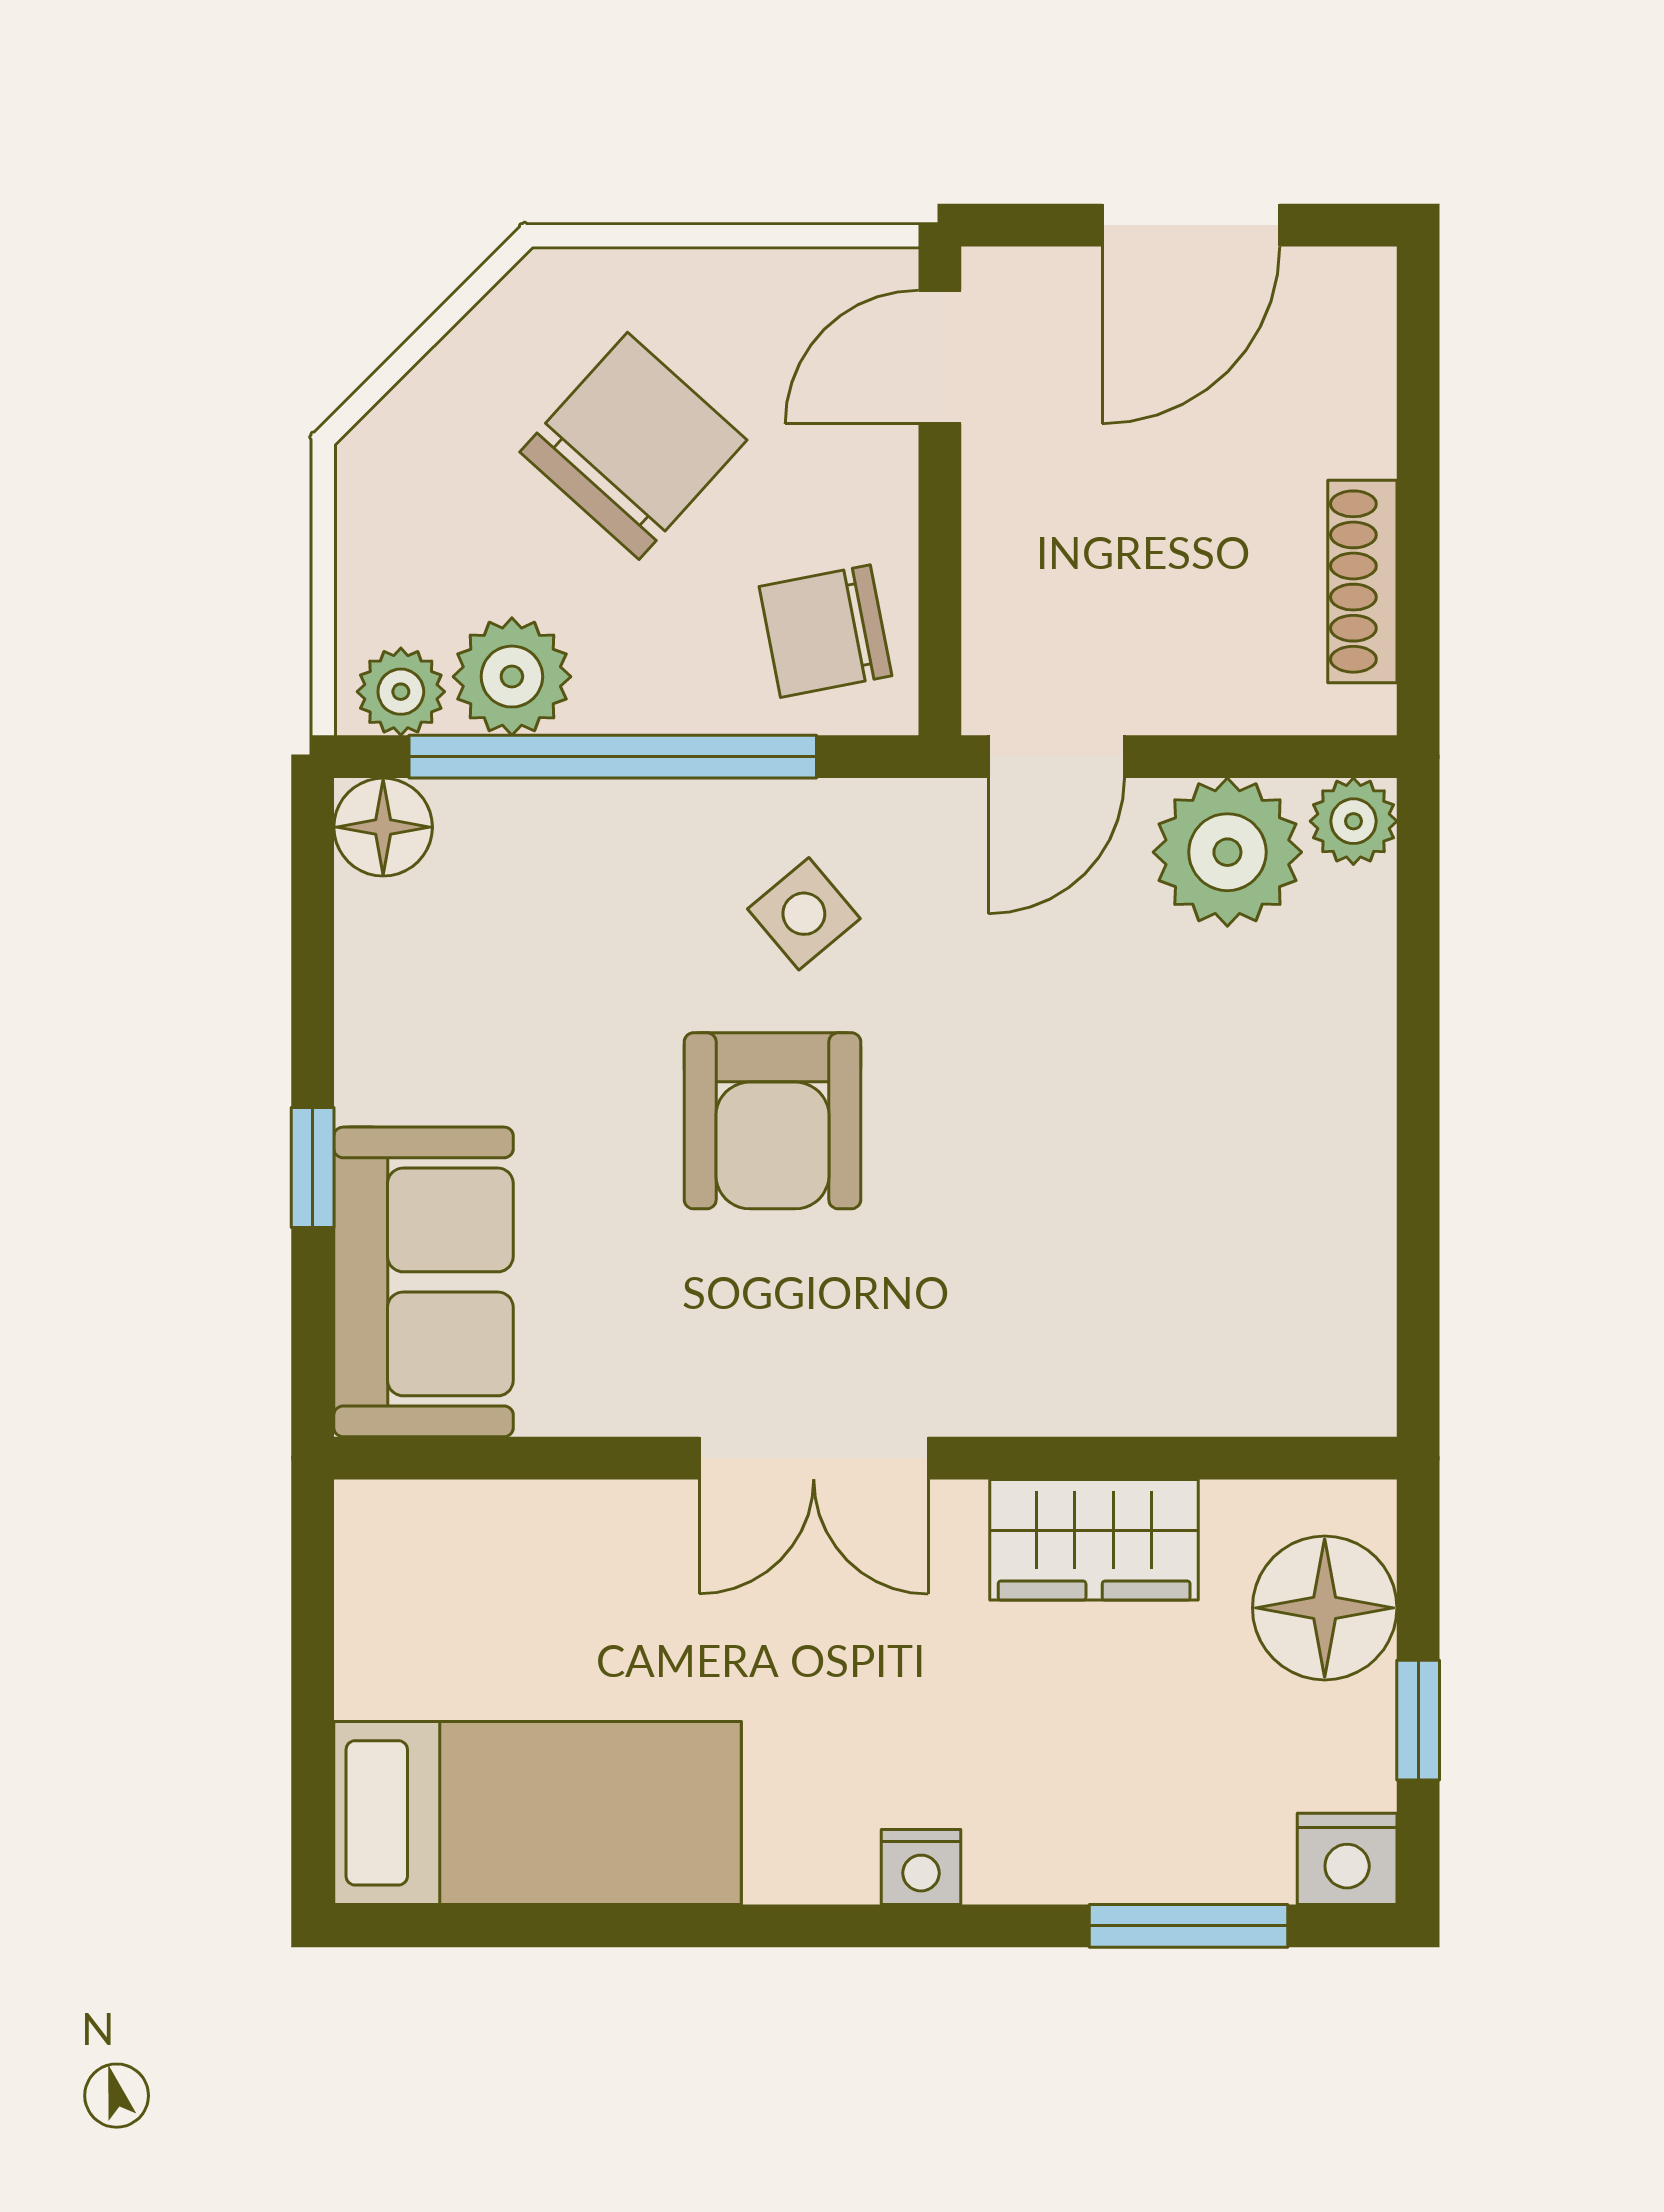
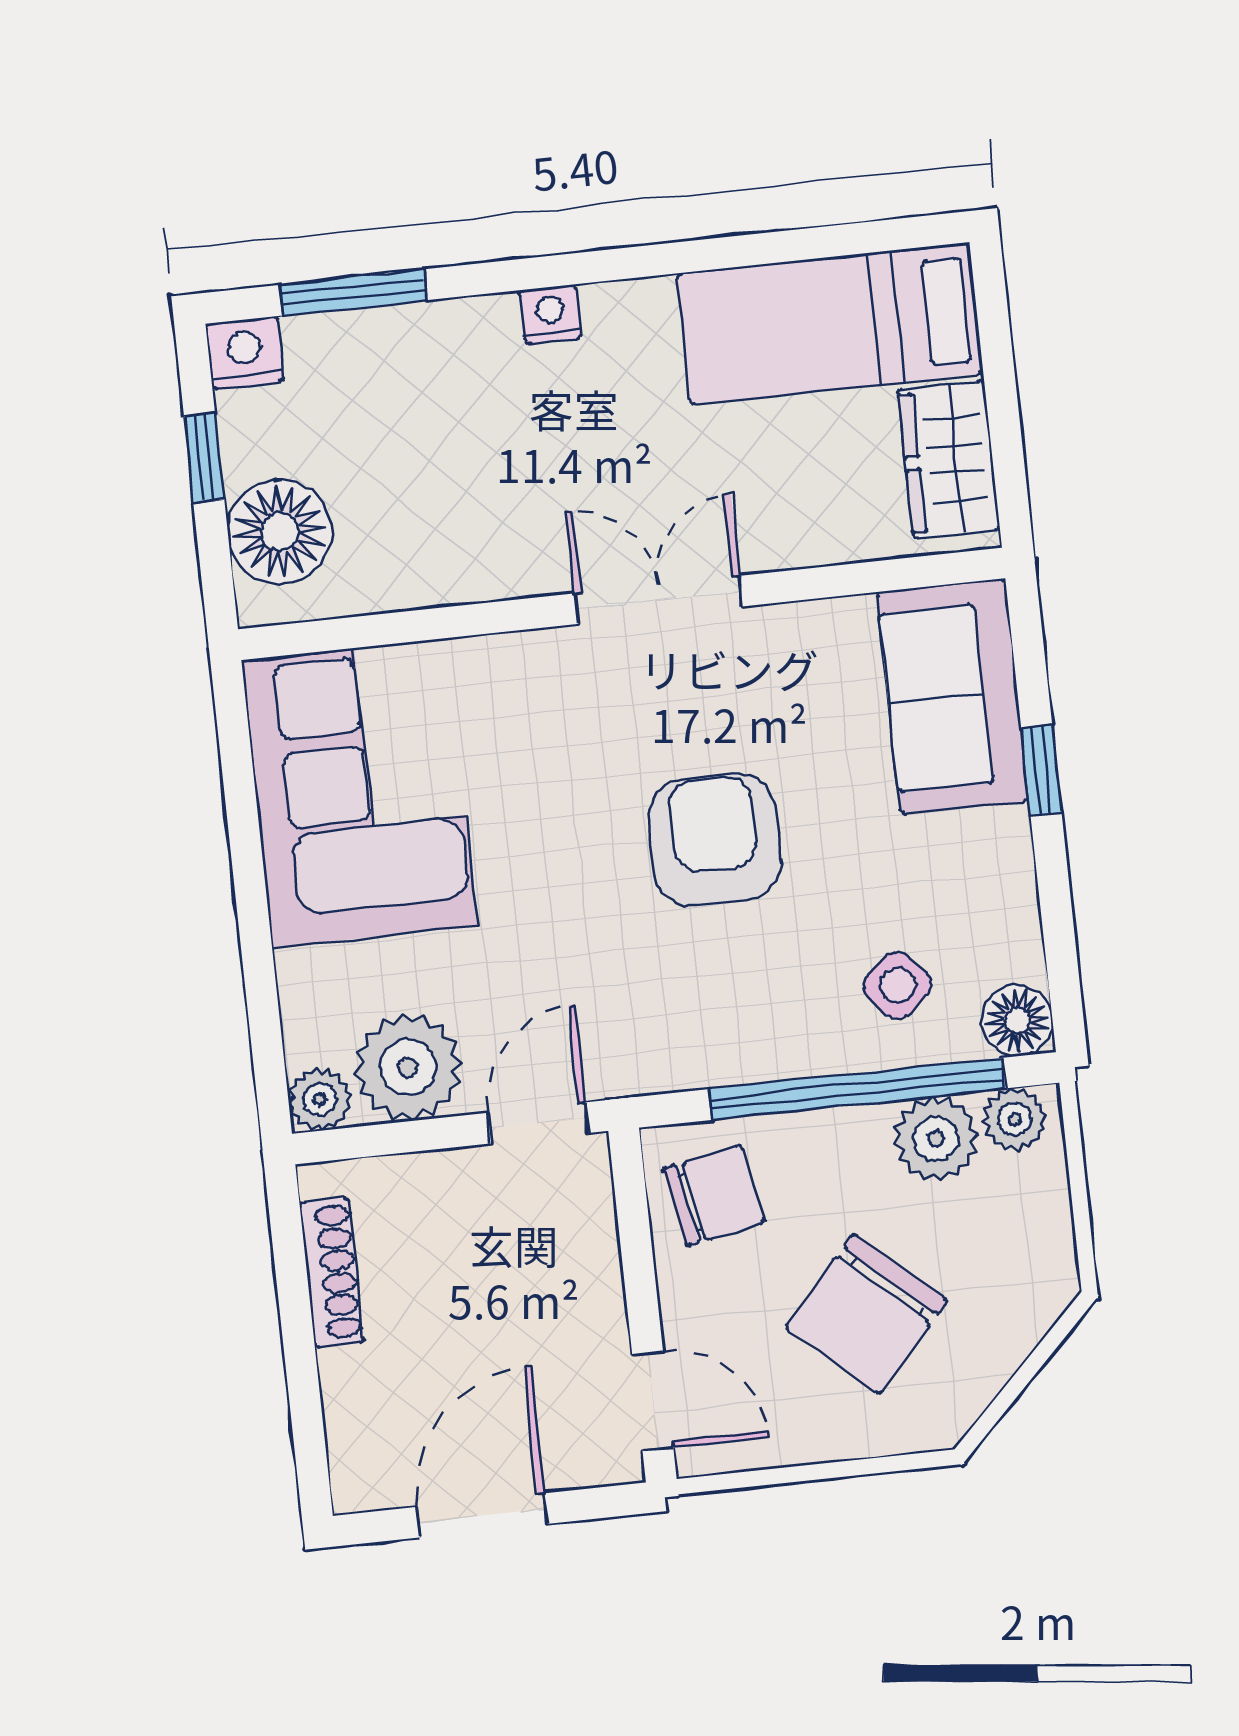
door: (940, 357) -> (653, 1401), hinge flipped
side table: (804, 914) -> (898, 985), moved
corner sofa: (1254, 1237) -> (359, 793), added
wardrobe: (1094, 1540) -> (949, 459), moved, turned -90

